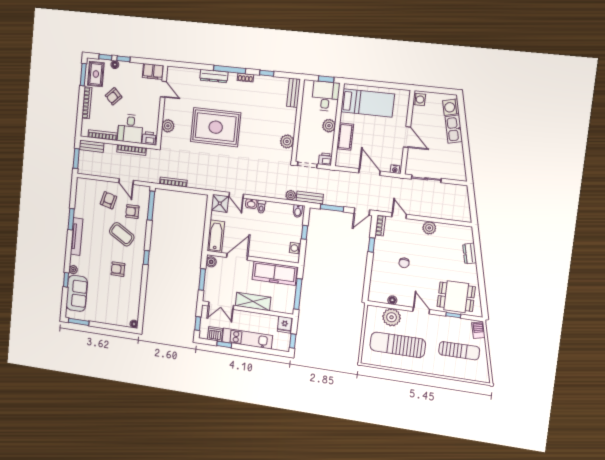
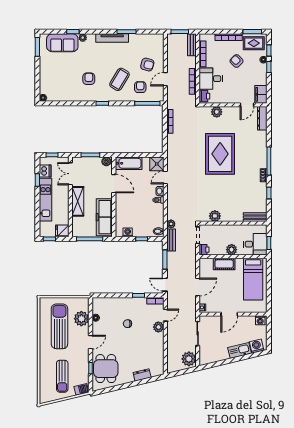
dresser: (214, 76) -> (262, 118), moved
plant: (457, 193) -> (189, 359), added
plant: (429, 228) -> (158, 327), moved

